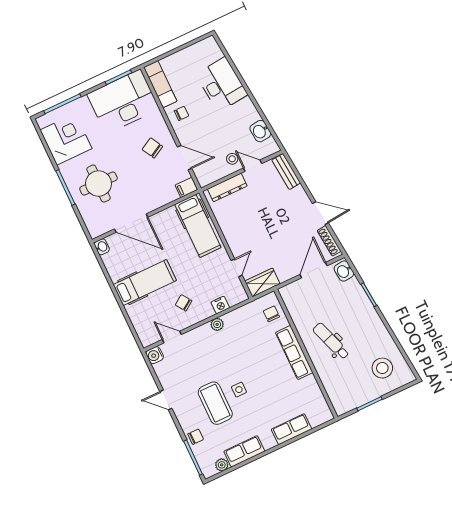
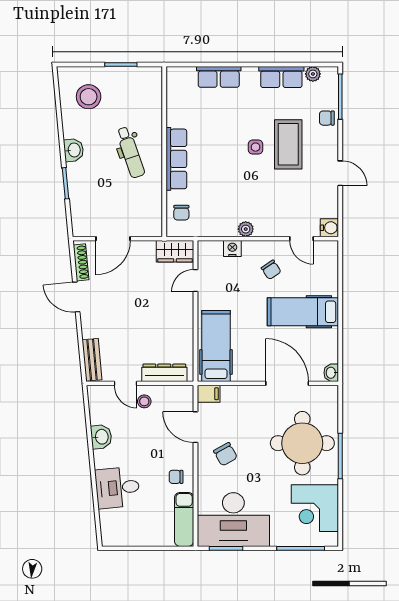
desk: (222, 84) -> (117, 488), width x0.73
washbasin: (260, 131) -> (101, 437), moved
round table: (99, 184) -> (302, 443), width x1.36, depth x1.36
washbasin: (344, 271) -> (74, 150), moved

